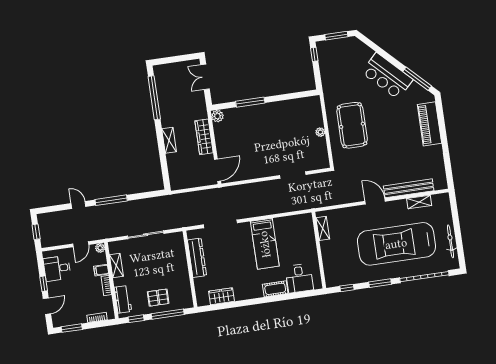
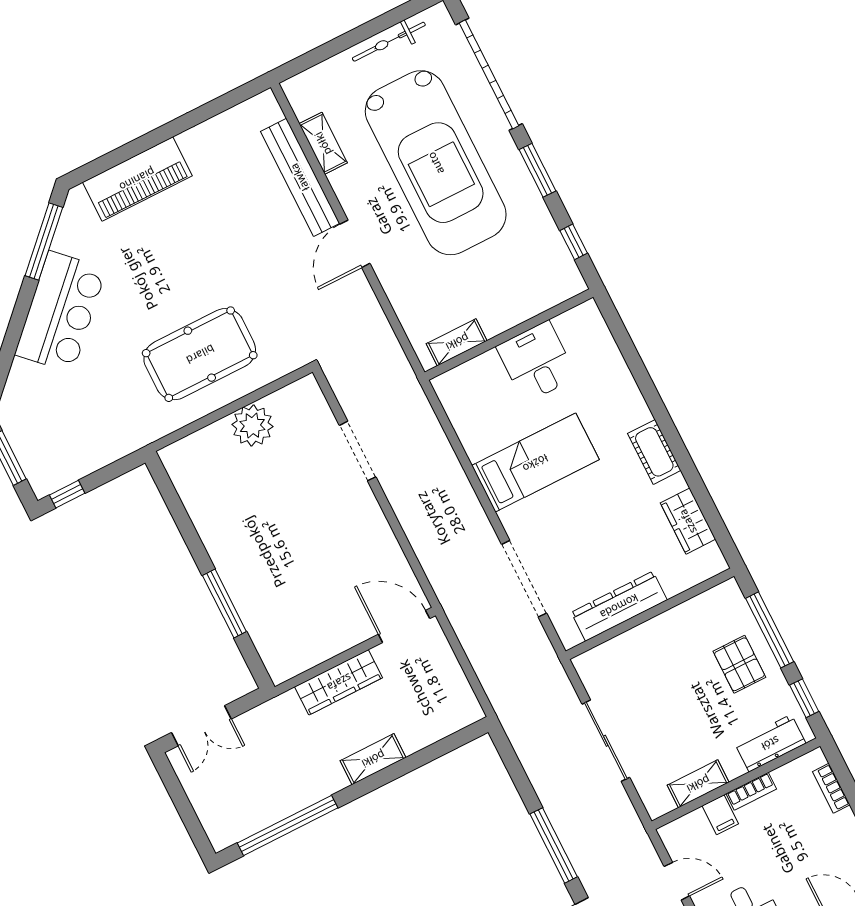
plant: (217, 116) -> (281, 667), removed
plant: (320, 132) -> (252, 426), width x1.88, depth x1.88
plant: (100, 248) -> (671, 834), removed
desk: (299, 278) -> (537, 362), moved, turned -90
cot: (275, 289) -> (654, 452), moved

